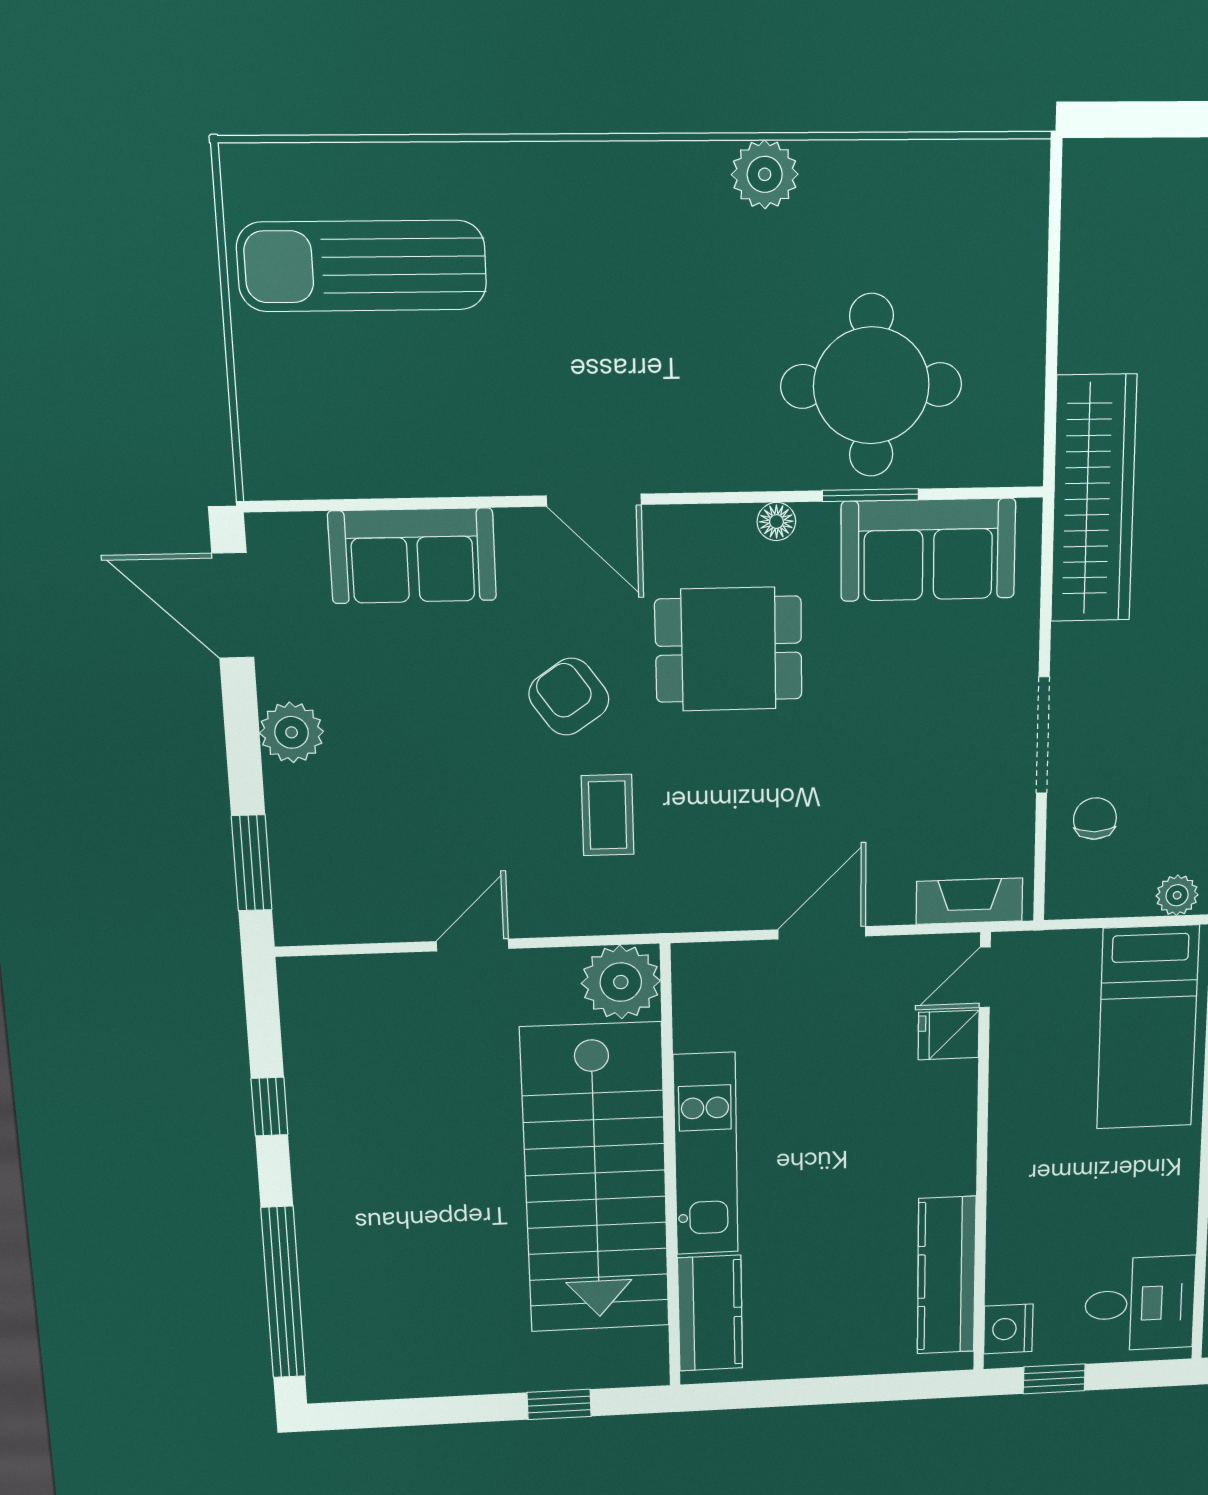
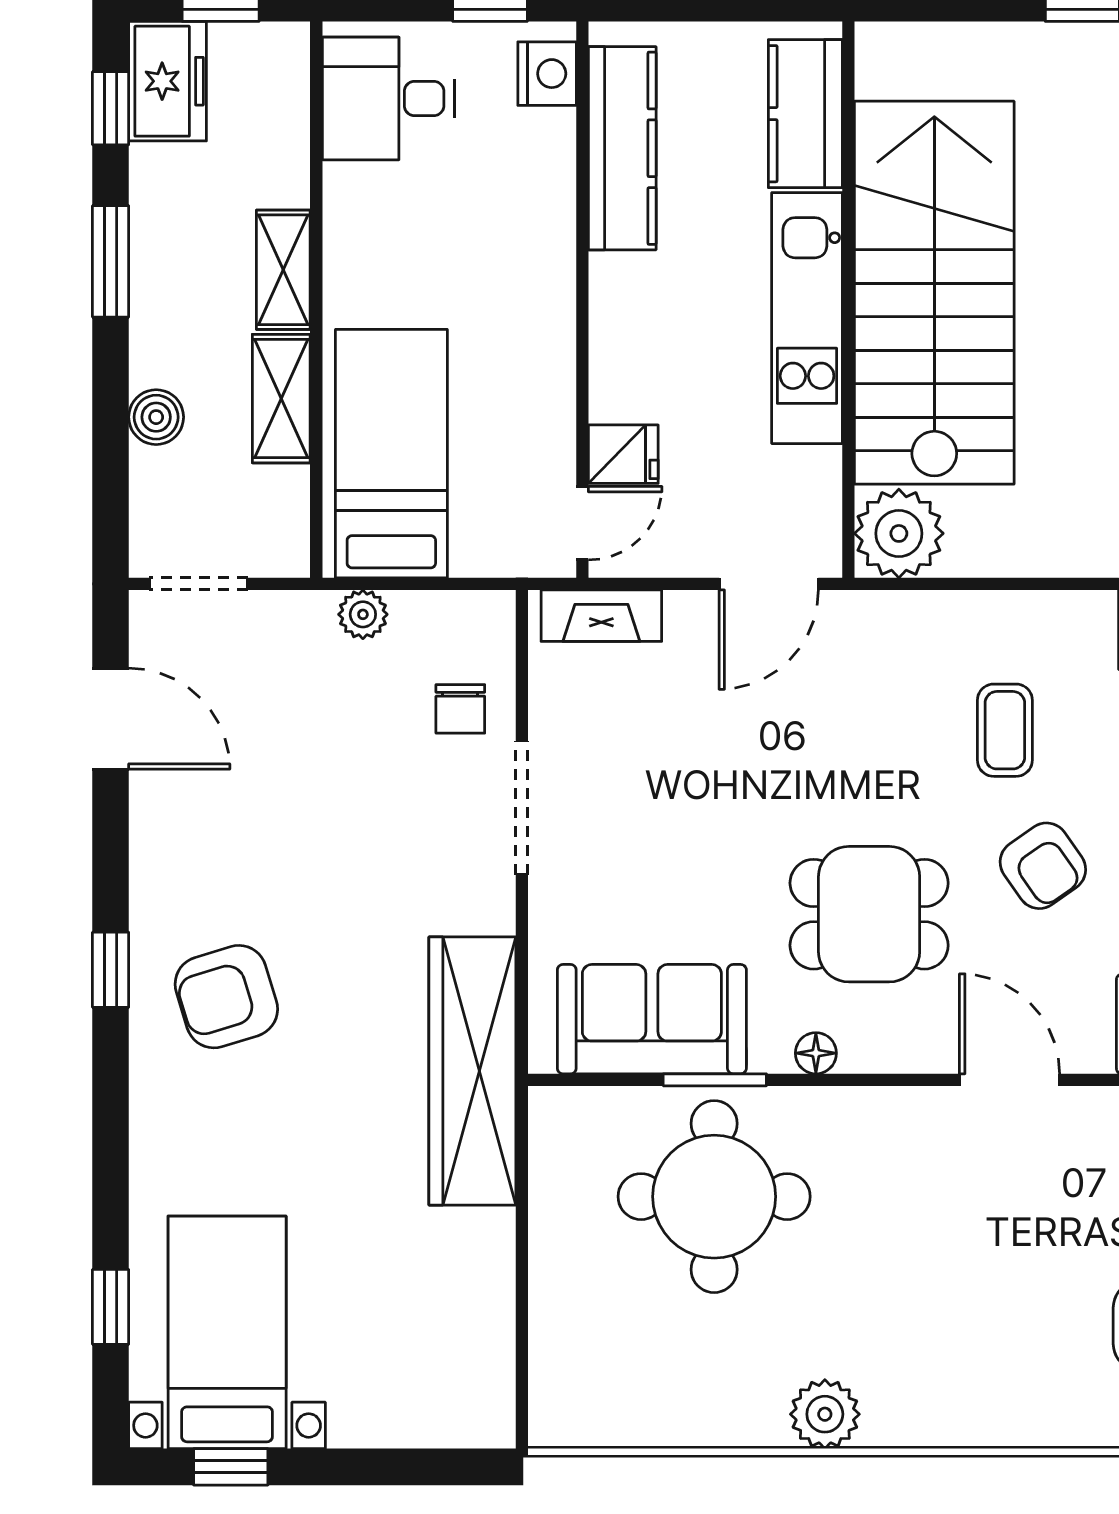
plant: (621, 982) -> (899, 533), moved
kitchen unit: (706, 1154) -> (807, 318), moved
wall: (670, 1170) -> (848, 300), moved
stairs: (595, 1179) -> (934, 293), moved
kitchen counter: (710, 1313) -> (805, 114), moved

